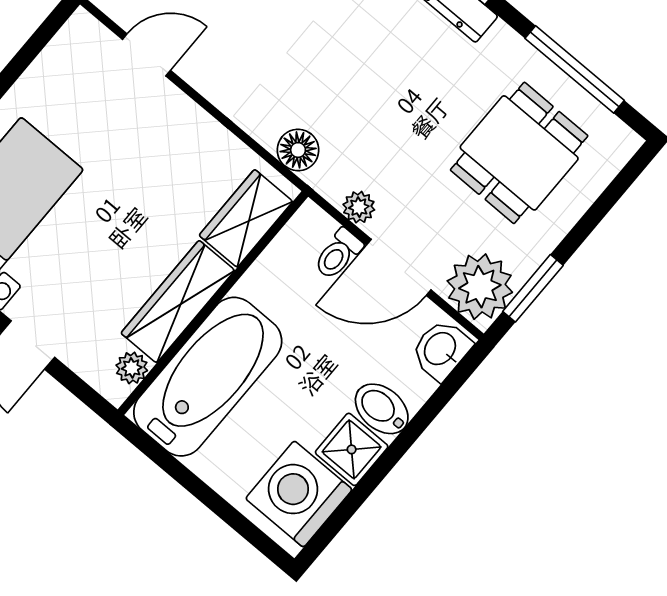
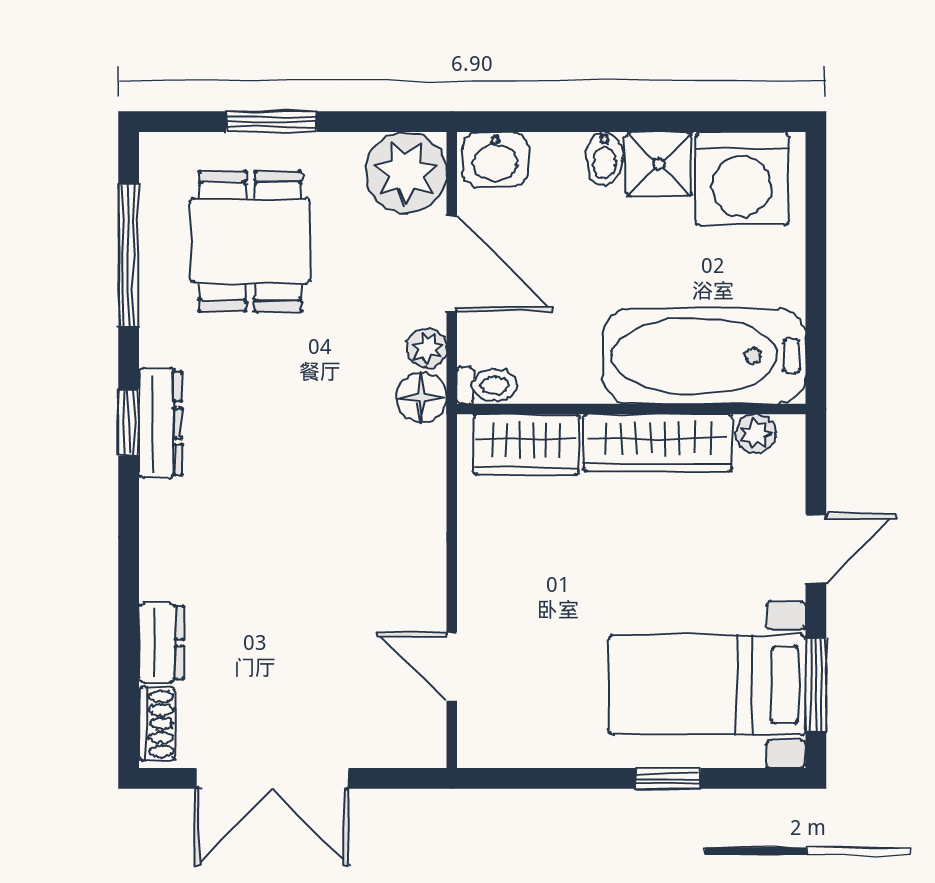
floor lamp: (298, 150) -> (421, 397), moved
dining table: (519, 153) -> (250, 241), turned 90
toilet: (338, 254) -> (487, 385), moved
window: (533, 288) -> (271, 122), moved
bidet: (382, 409) -> (604, 159), width x0.72, depth x0.74

